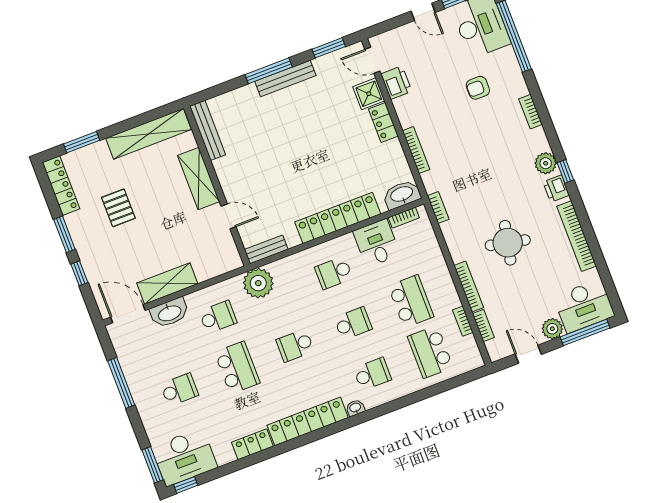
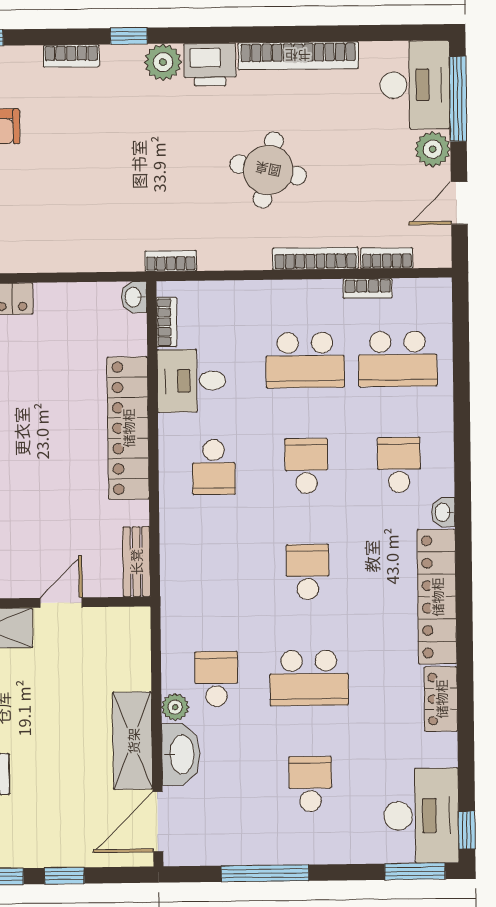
bookcase: (416, 150) -> (65, 262), removed
window: (565, 171) -> (129, 36), moved
printer: (556, 189) -> (210, 64), width x1.36, depth x1.24
washbasin: (402, 195) -> (134, 297), width x0.52, depth x0.69
plant: (258, 283) -> (175, 707), moved, width x0.53, depth x0.53
school desk: (411, 301) -> (305, 360), turned 180
school desk: (295, 345) -> (308, 572), turned 180
school desk: (237, 368) -> (309, 678), turned 180

